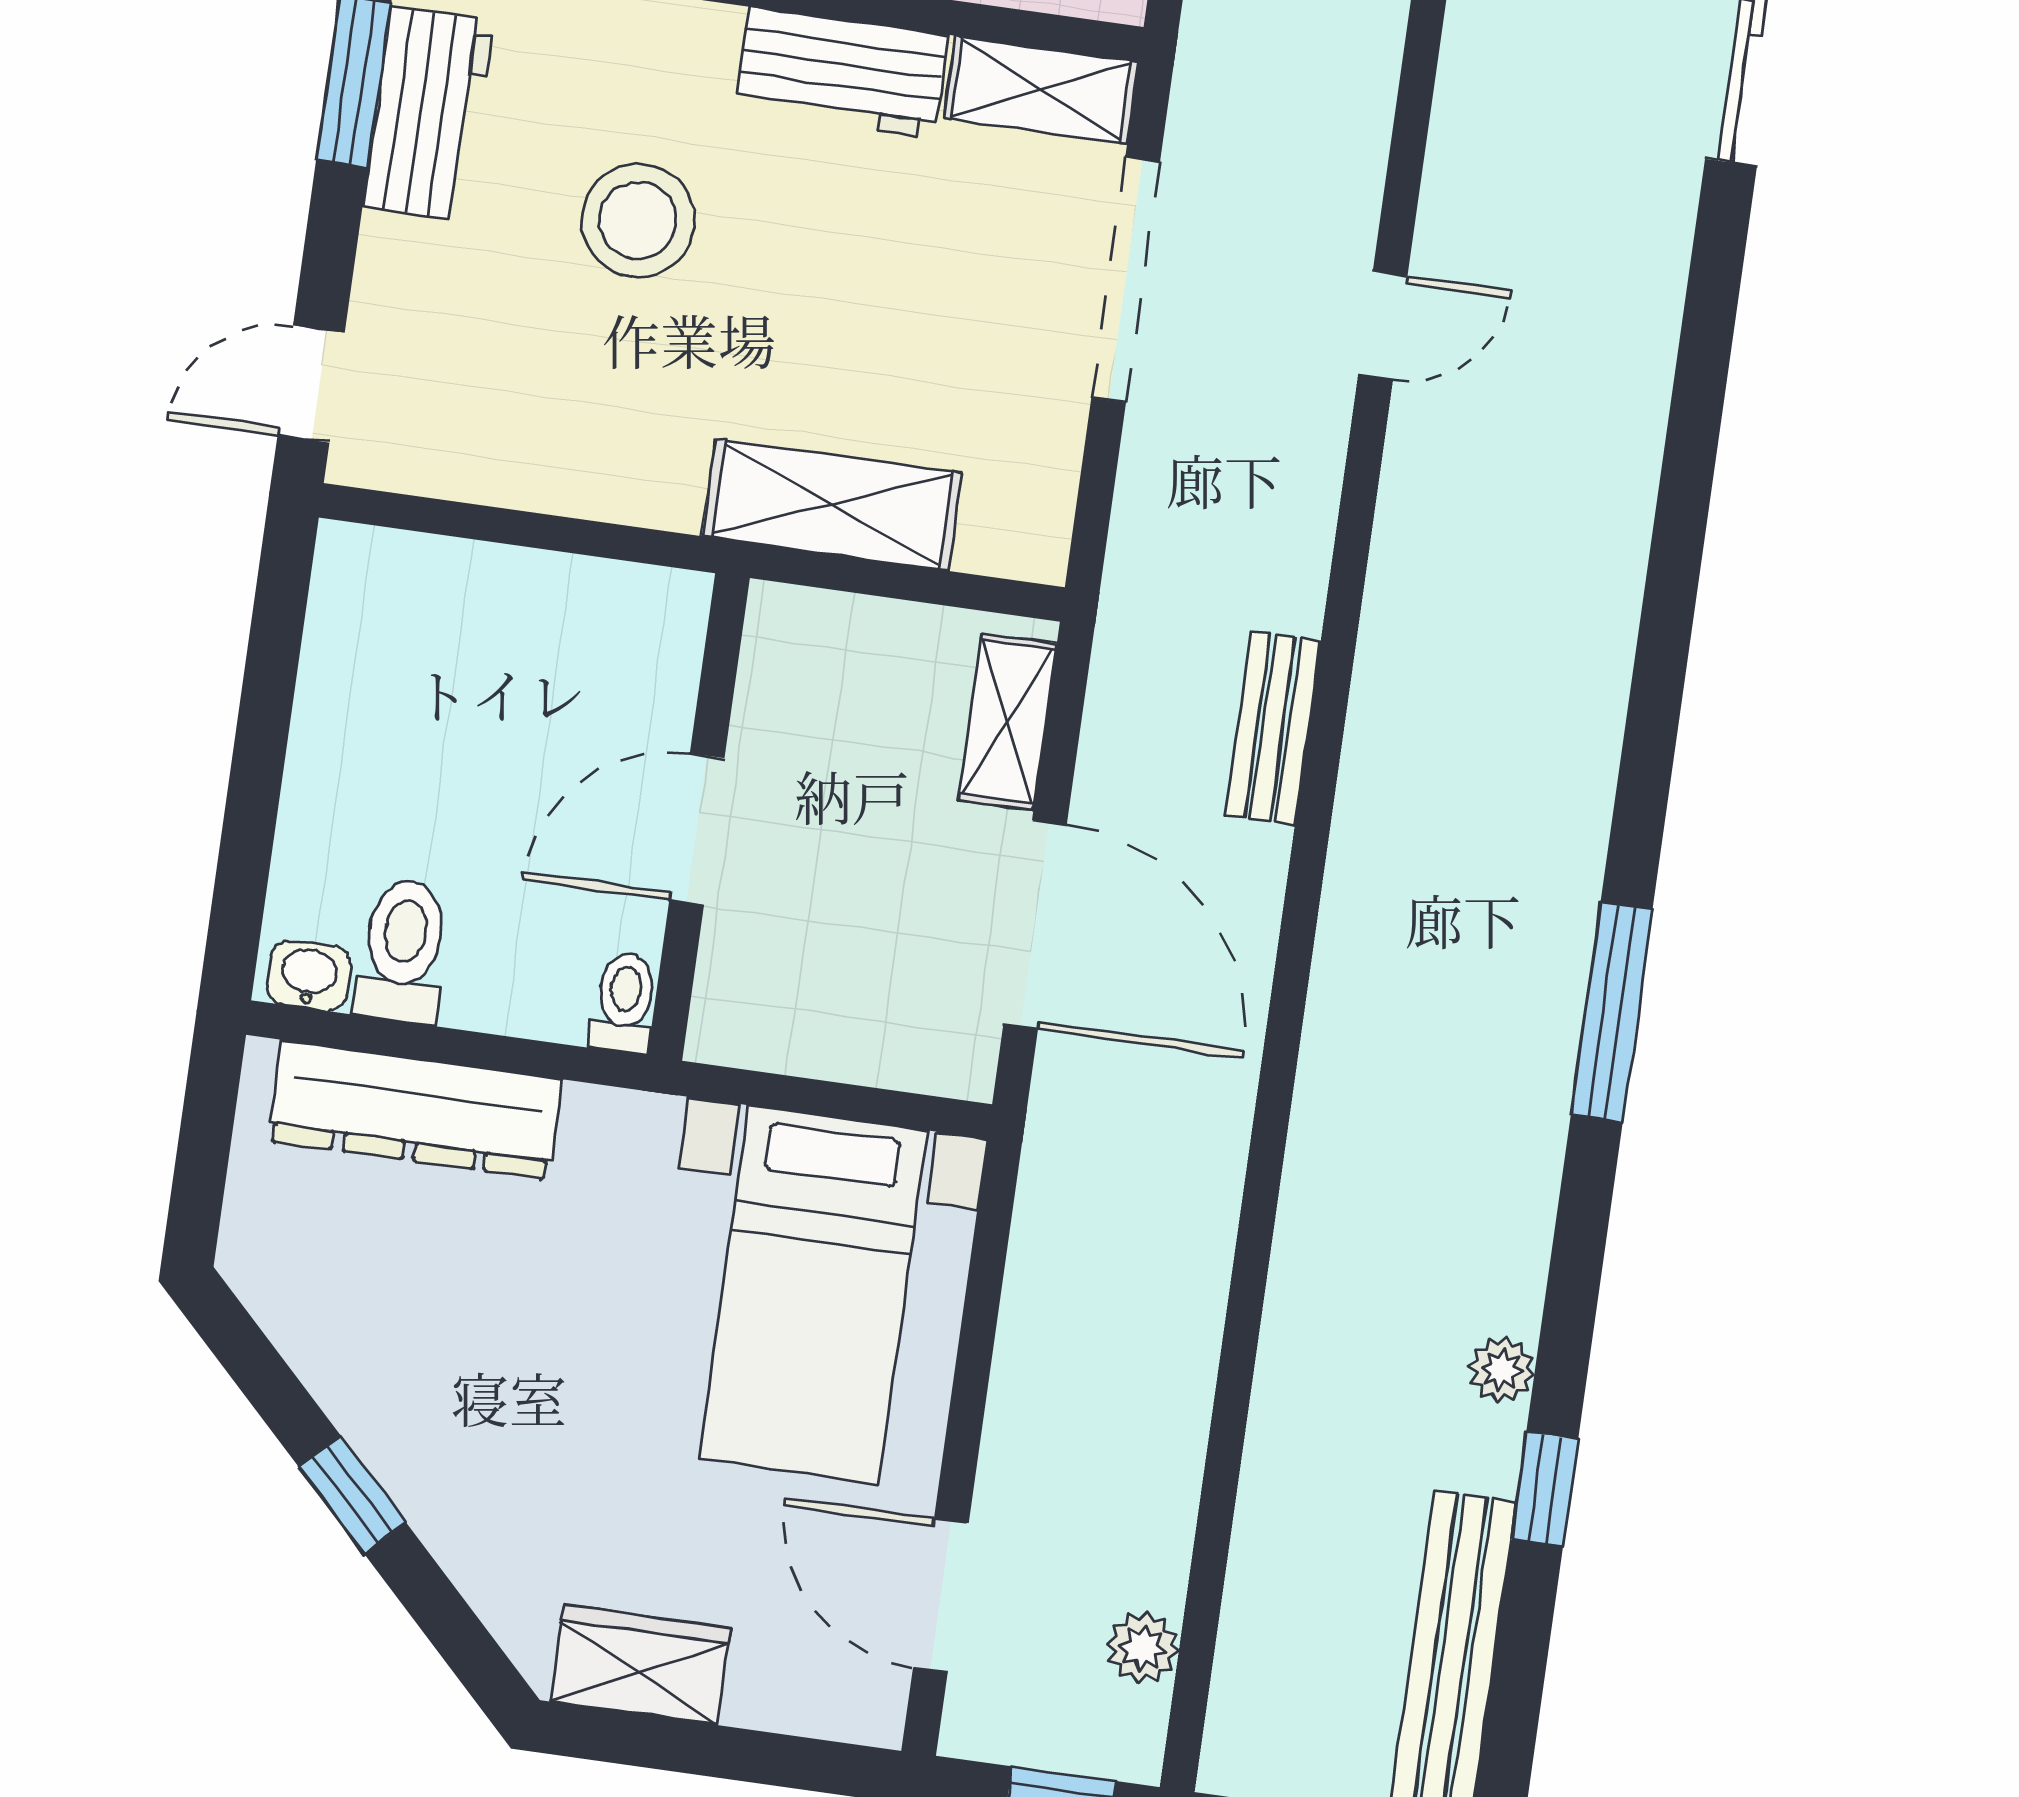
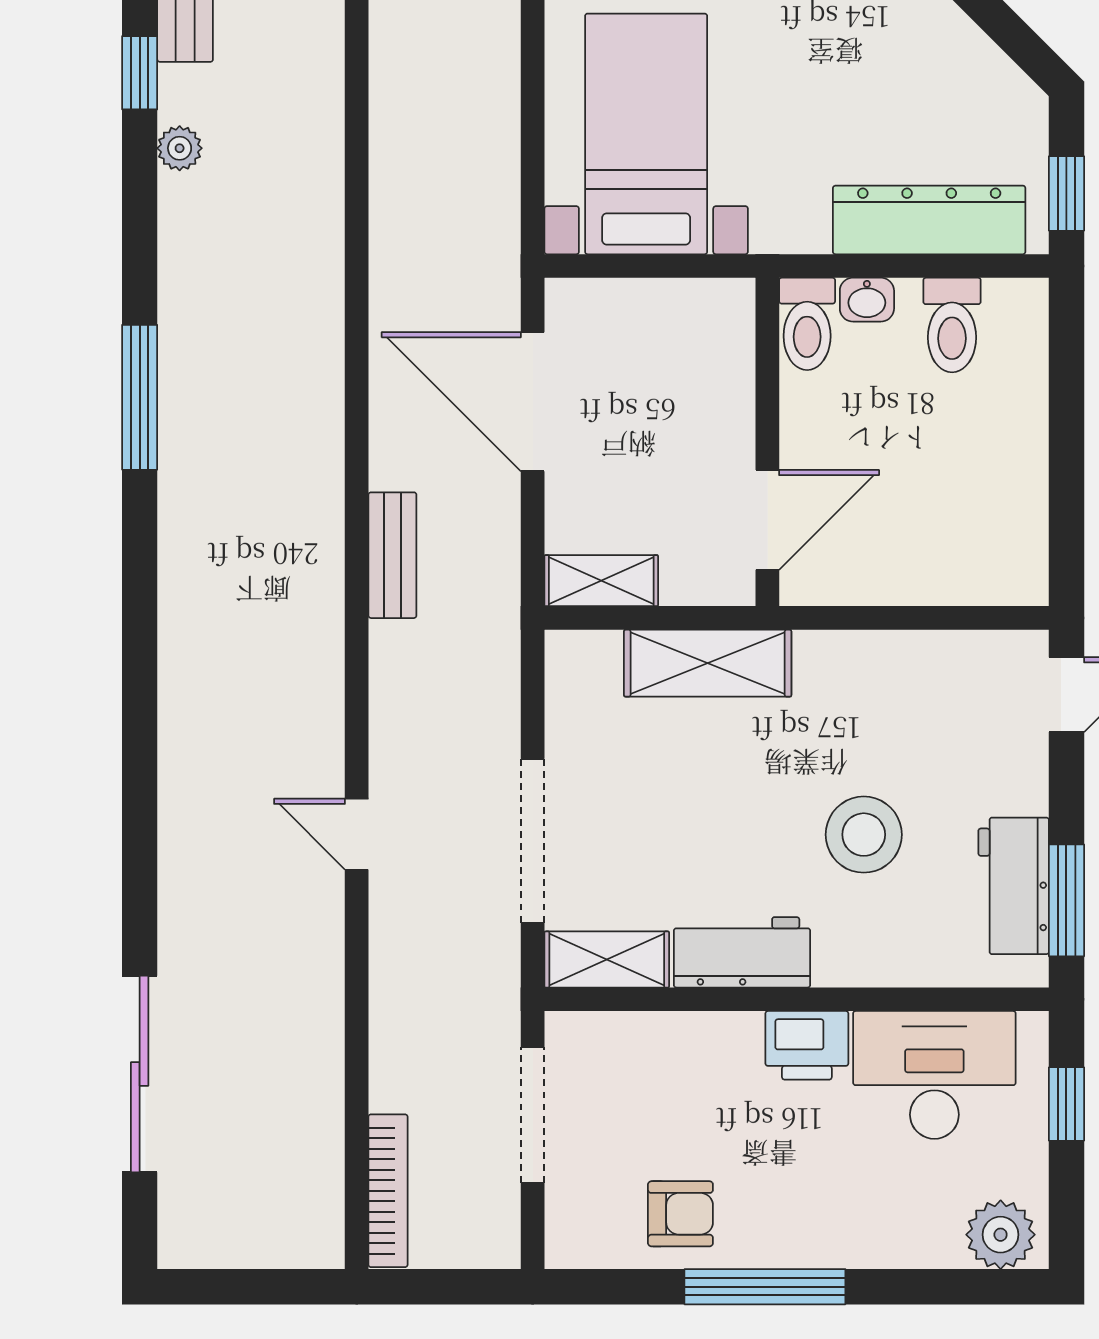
door: (1383, 326) -> (357, 834), hinge flipped
shelving: (1008, 722) -> (601, 581), moved, turned 90
door: (697, 829) -> (767, 520), moved
washbasin: (309, 976) -> (867, 300), moved
toilet: (624, 1003) -> (807, 324), width x1.37, depth x1.39
window: (208, 1120) -> (1066, 193), added

